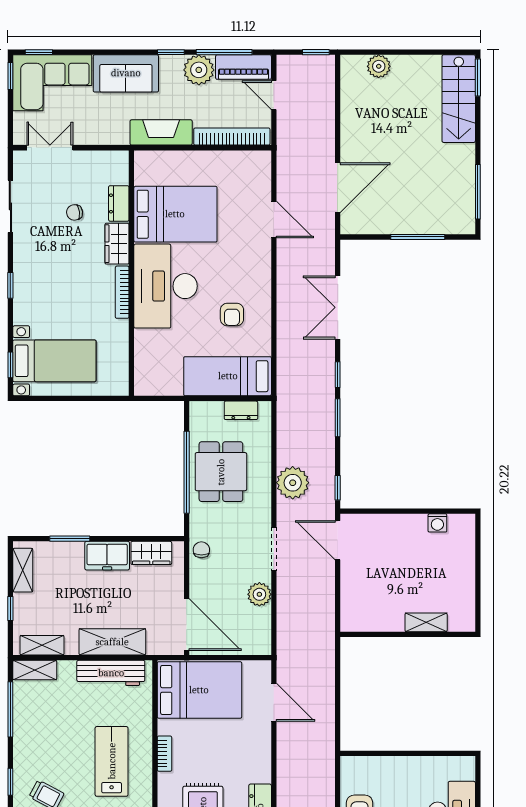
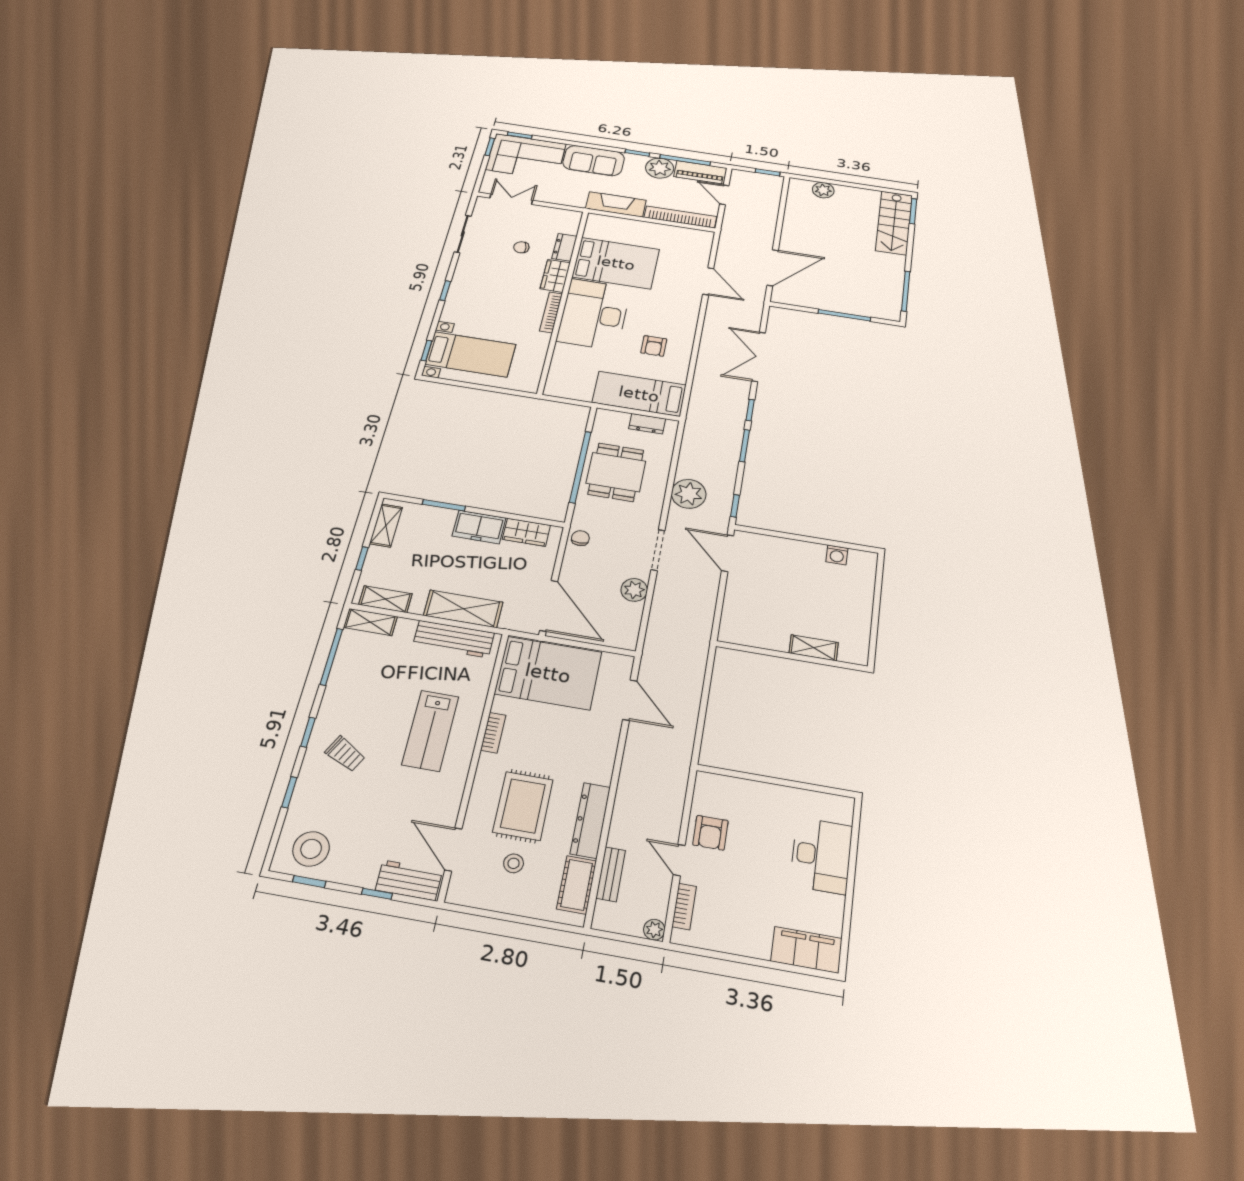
lab bench: (112, 761) -> (430, 730), turned 180

